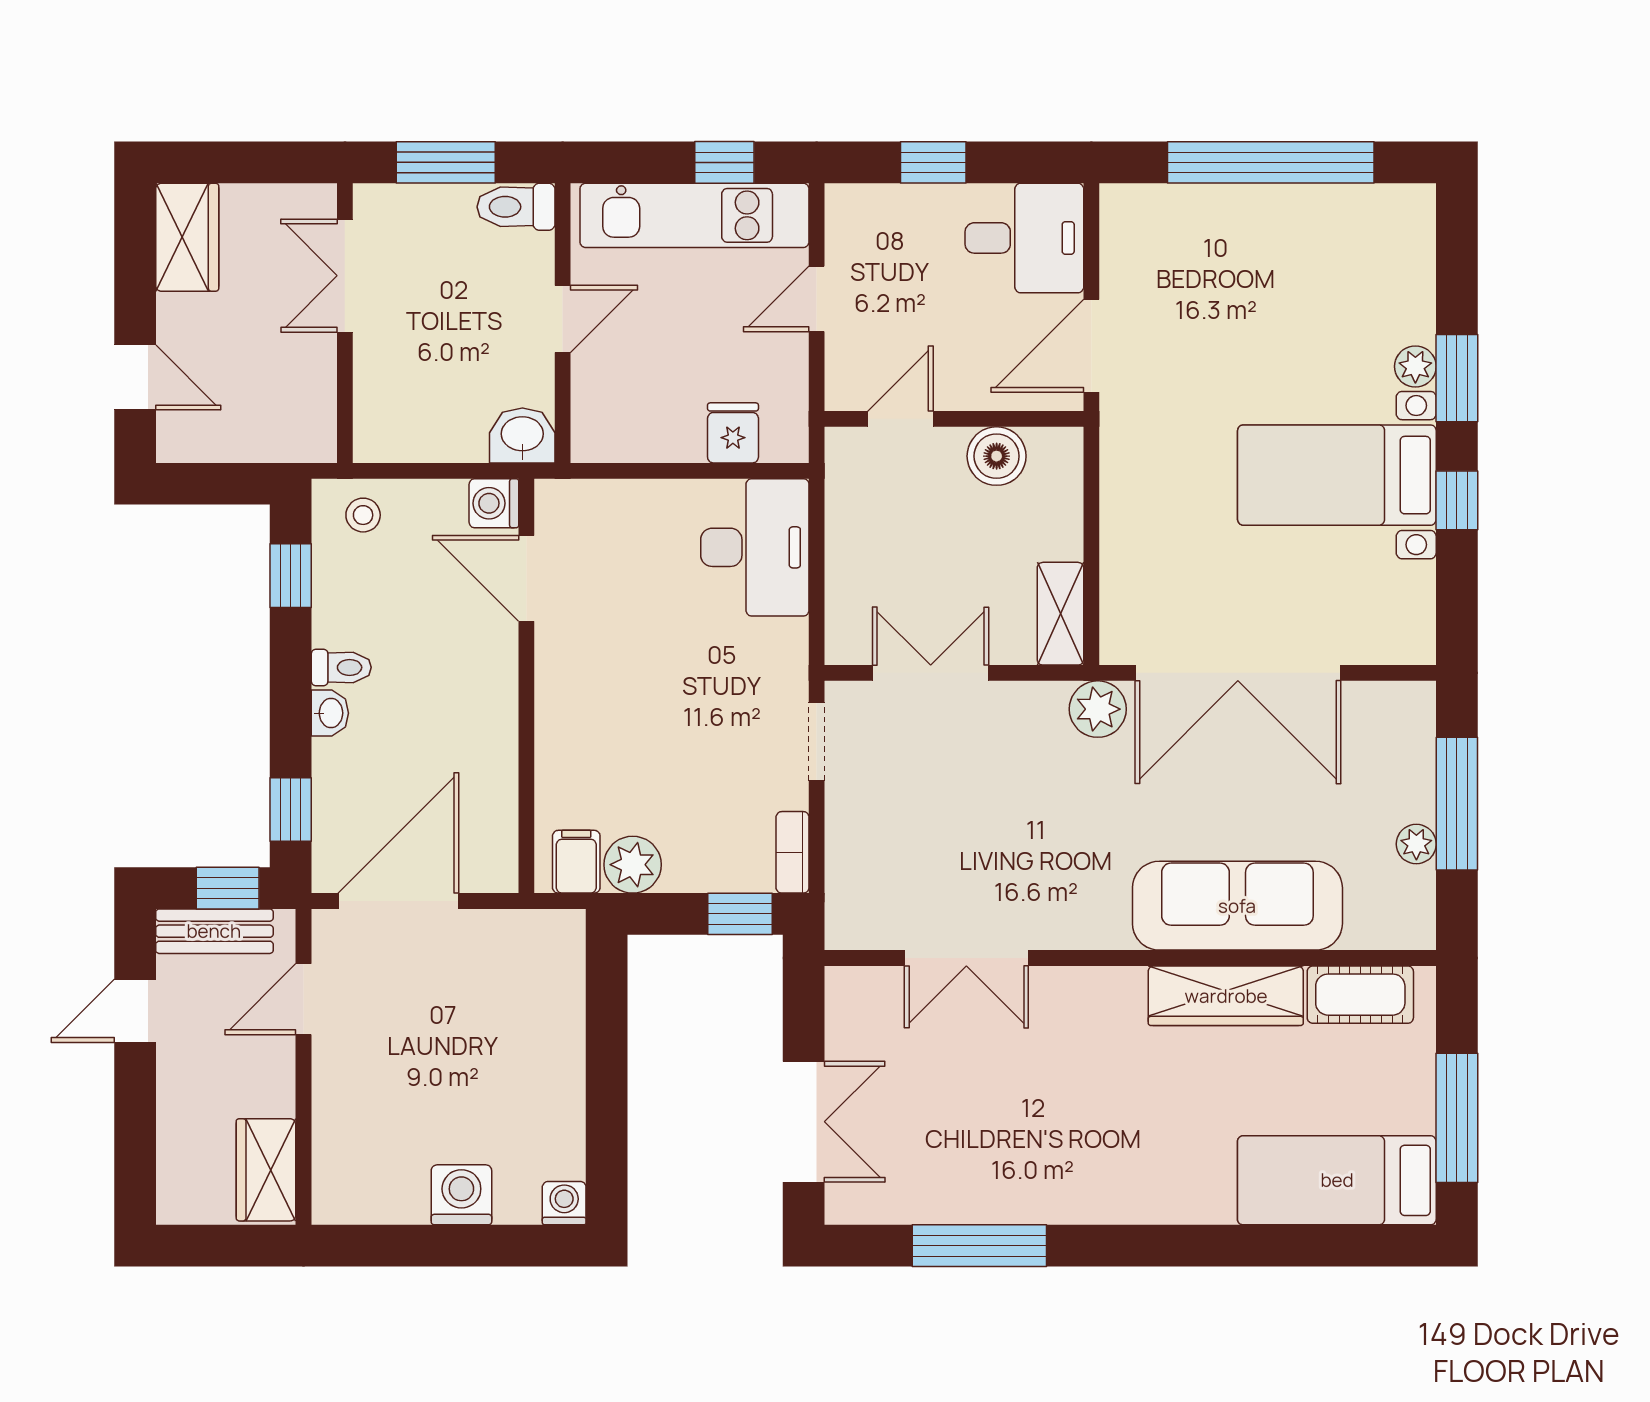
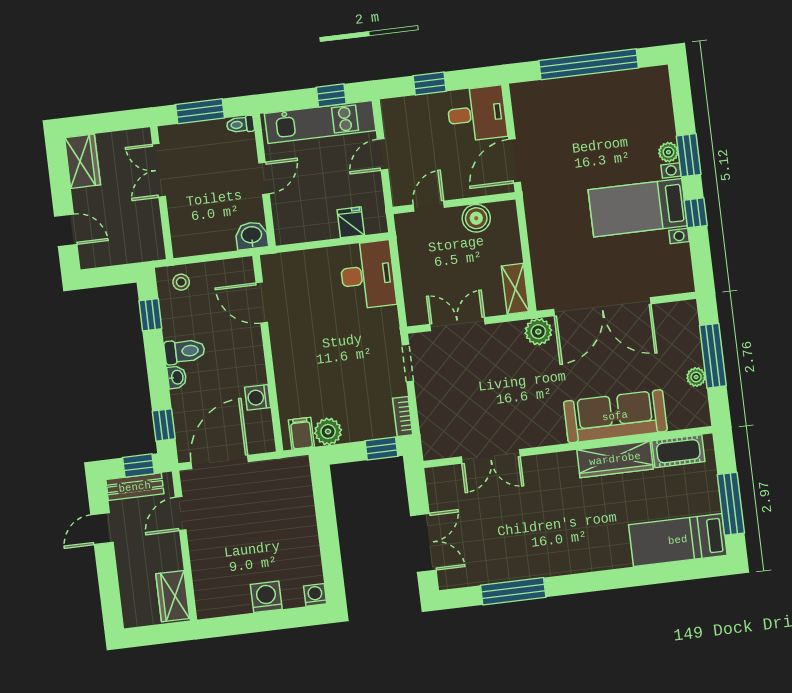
toilet: (516, 207) -> (240, 124), width x0.73, depth x0.72
washing machine: (494, 503) -> (258, 397), moved
toilet: (341, 667) -> (185, 351), width x1.37, depth x1.39

